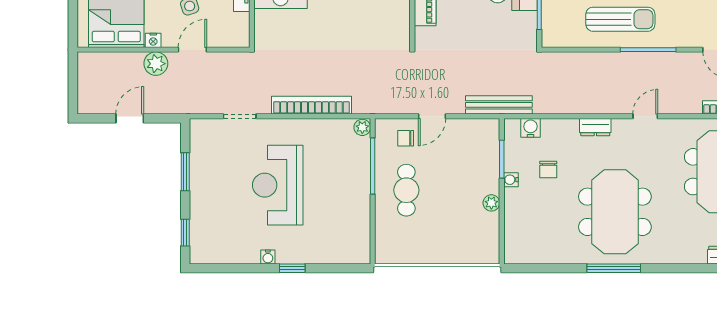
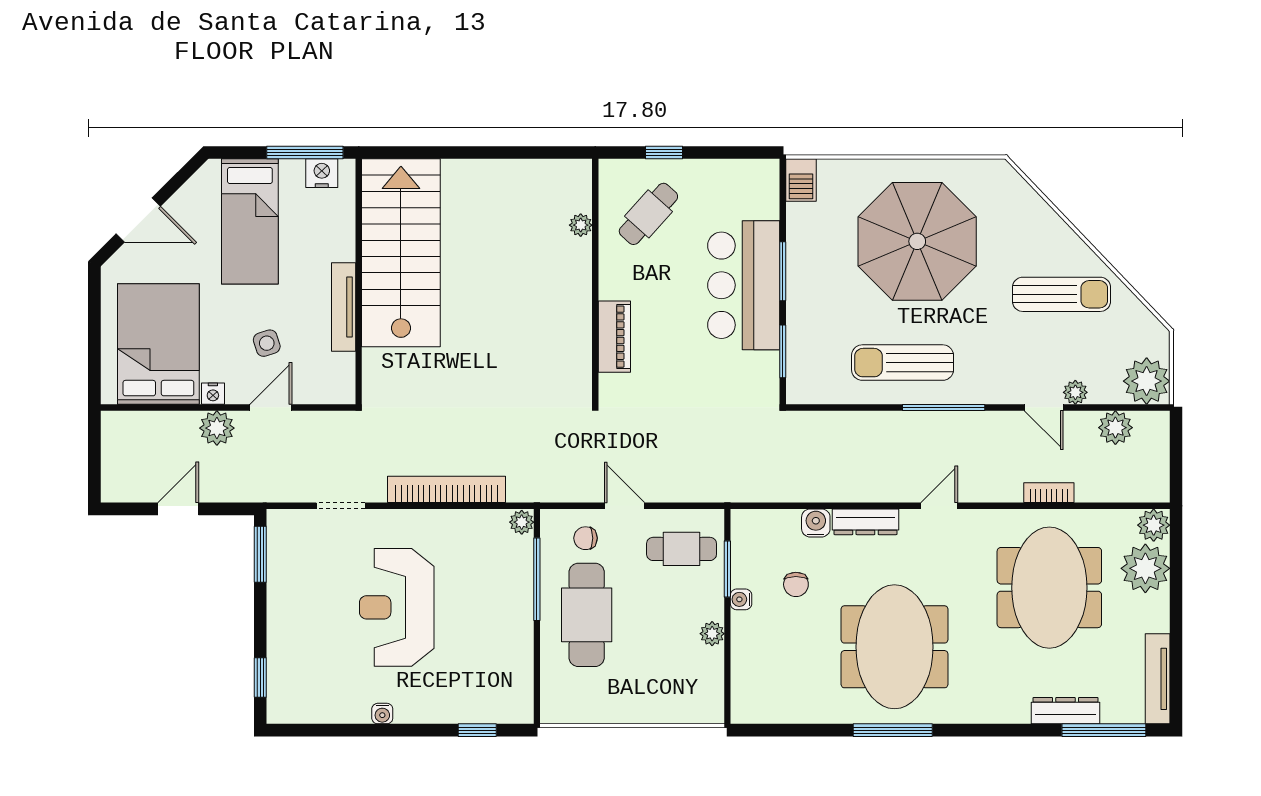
sun lounger: (620, 19) -> (903, 363), turned 180
bench: (499, 105) -> (723, 489), removed
door: (432, 116) -> (624, 506), swing flipped
dresser: (595, 127) -> (865, 522), width x1.44
water cooler: (531, 128) -> (816, 523), moved
cafe table: (471, 145) -> (682, 549), added
window: (185, 172) -> (260, 554), moved
cafe table: (406, 190) -> (587, 615), width x1.37, depth x1.35
window: (292, 268) -> (477, 730), moved

